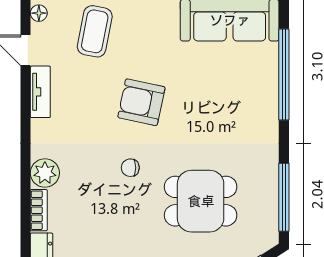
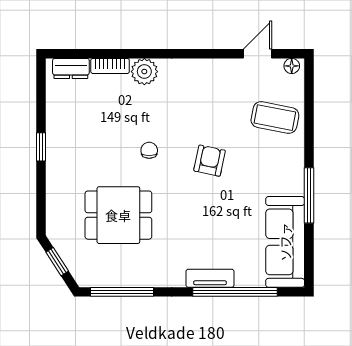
tv unit: (40, 92) -> (210, 278), moved, turned 180
armchair: (141, 102) -> (210, 161), width x0.72, depth x0.72
dining table: (201, 201) -> (118, 215), turned 90

